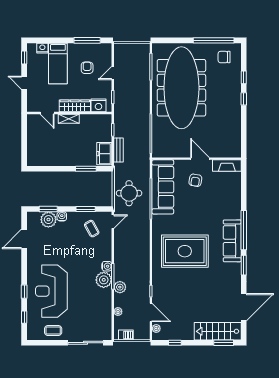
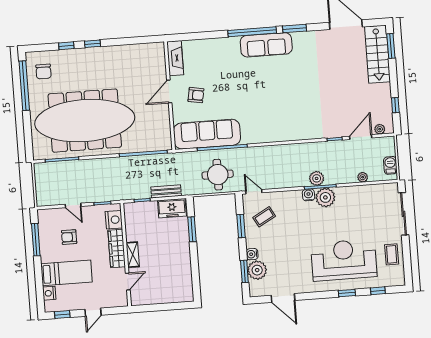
rug: (185, 251) -> (283, 102), removed
plant: (120, 287) -> (317, 178), moved
reception desk: (51, 291) -> (344, 260), turned 180

